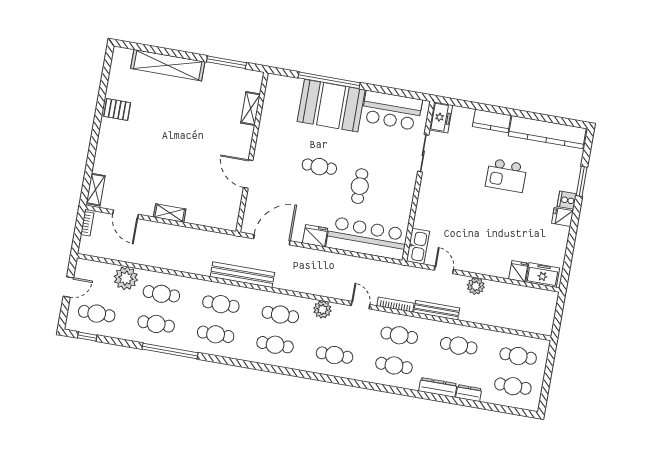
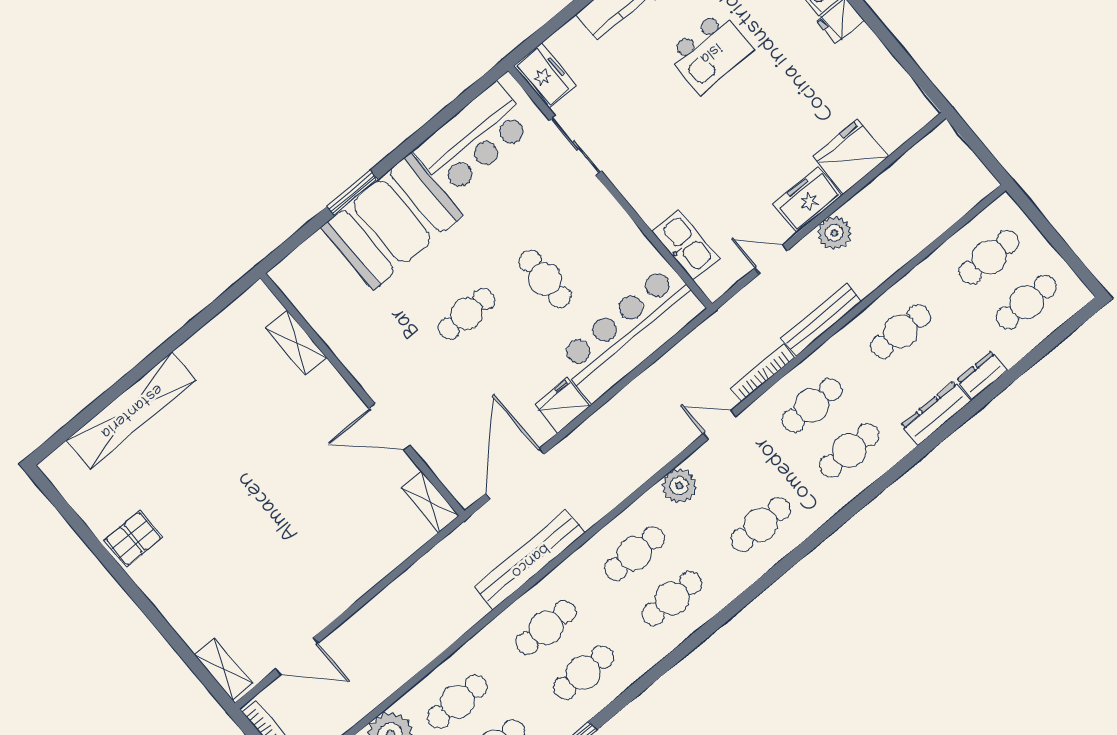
window: (226, 62) -> (199, 321), removed
window: (329, 80) -> (352, 193), width x0.47
shelving: (170, 213) -> (430, 502), moved, turned 90
kitchen sink: (418, 246) -> (685, 245), moved
fridge: (518, 271) -> (851, 156), width x1.88, depth x1.34
freezer: (543, 275) -> (807, 199), moved

